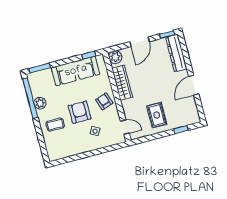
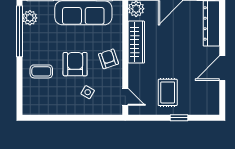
plant: (40, 103) -> (30, 18), moved
window: (181, 130) -> (179, 118), moved

